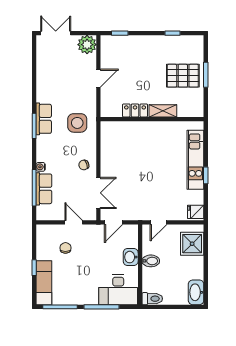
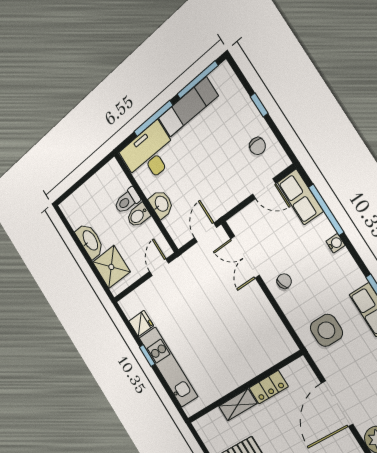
door: (98, 78) -> (337, 404), width x1.88
row of seats: (44, 189) -> (300, 197), moved
fridge: (196, 212) -> (141, 324), moved
door: (74, 222) -> (264, 189), moved
chair: (65, 248) -> (257, 146), moved
exam couch: (44, 283) -> (188, 107), moved, turned -90
washbasin: (196, 292) -> (90, 241), moved
toilet: (152, 299) -> (127, 201), moved

